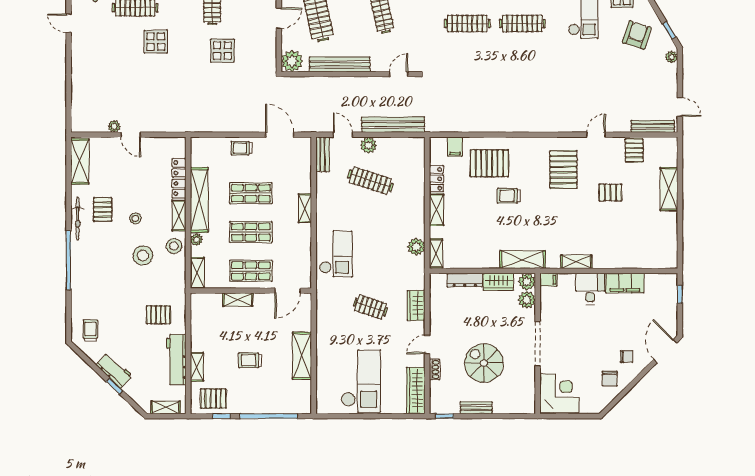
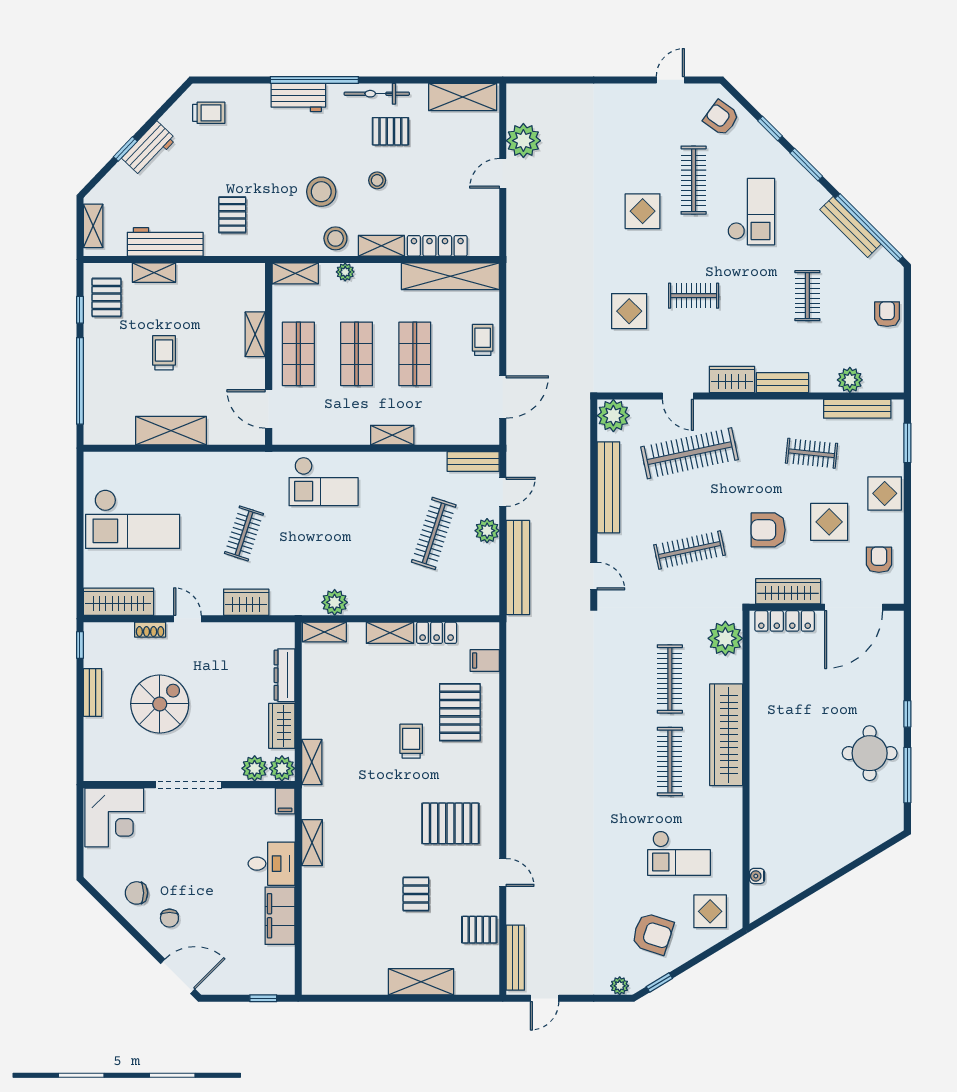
plant: (114, 126) -> (523, 141), width x1.87, depth x1.87
shelving: (199, 200) -> (450, 276), moved
shelving: (523, 260) -> (312, 762), width x0.67, depth x0.75
workbench: (80, 271) -> (298, 98), added

